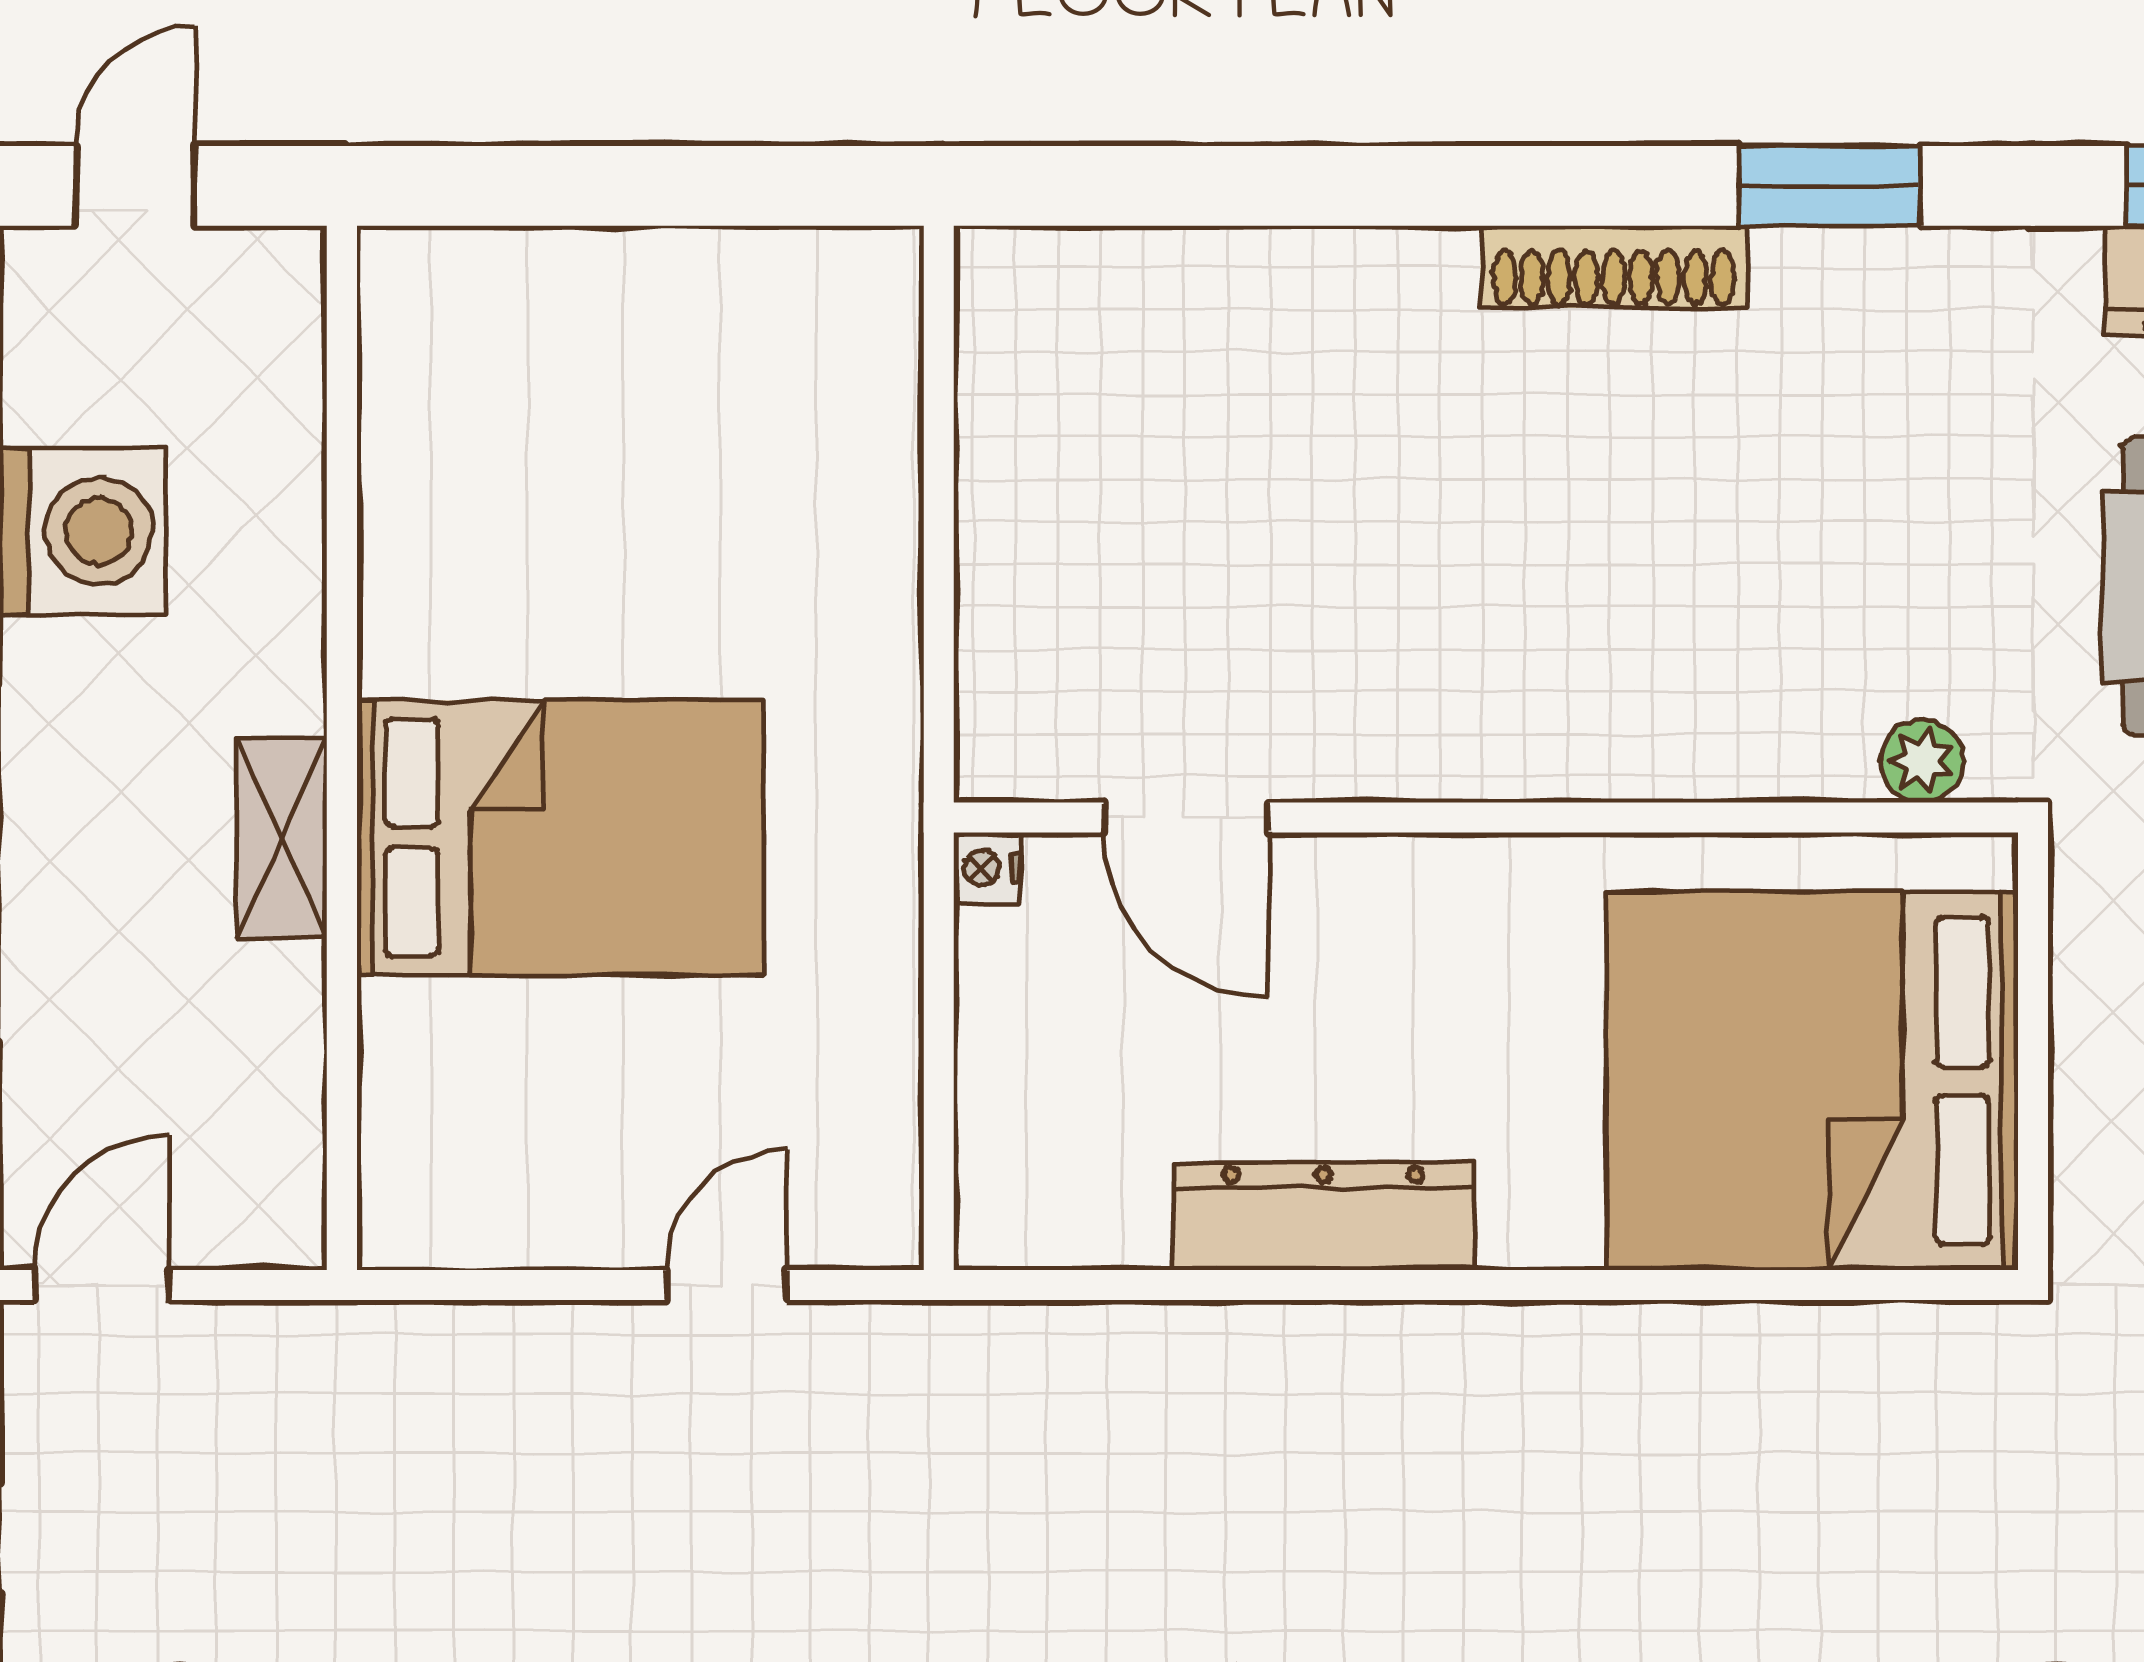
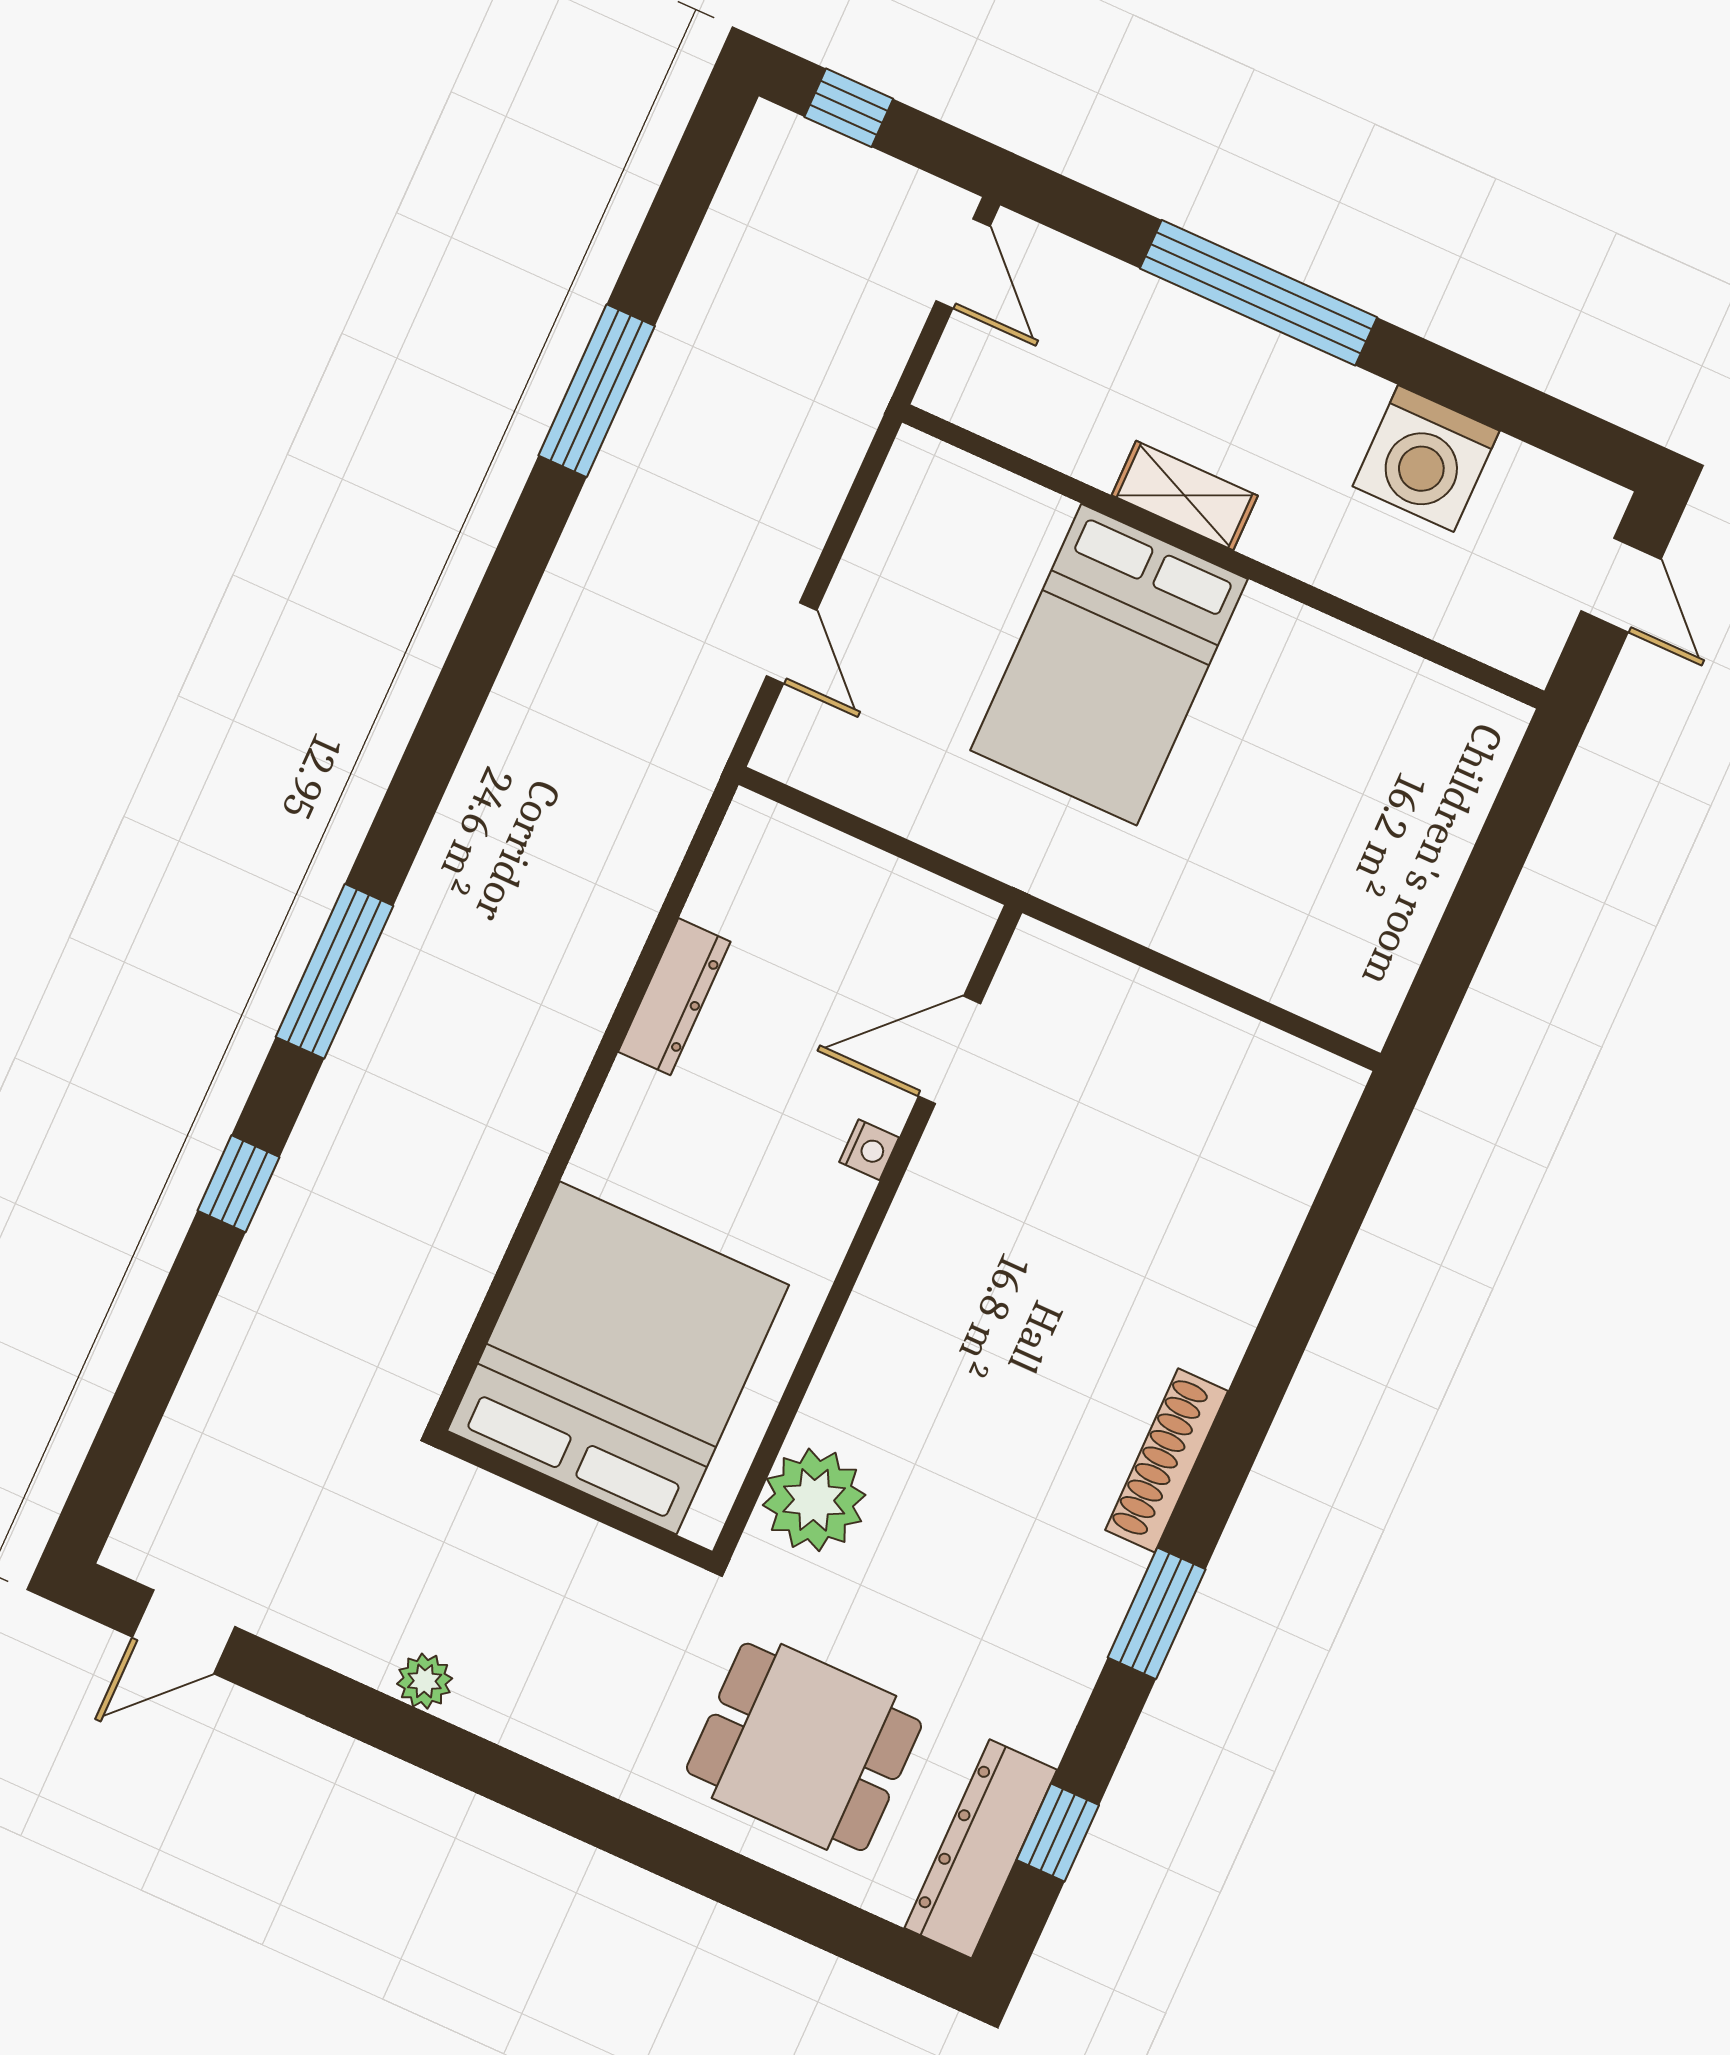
plant: (1922, 761) -> (814, 1500), width x1.88, depth x1.88
nightstand: (987, 868) -> (869, 1150), moved, turned 90
dresser: (1323, 1216) -> (674, 997), width x0.73, depth x0.80

